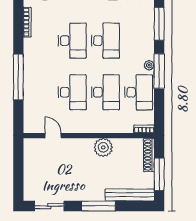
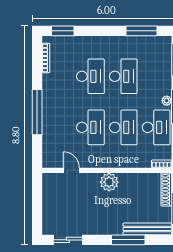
plant: (103, 147) -> (109, 182), moved
window: (98, 206) -> (128, 240), moved

